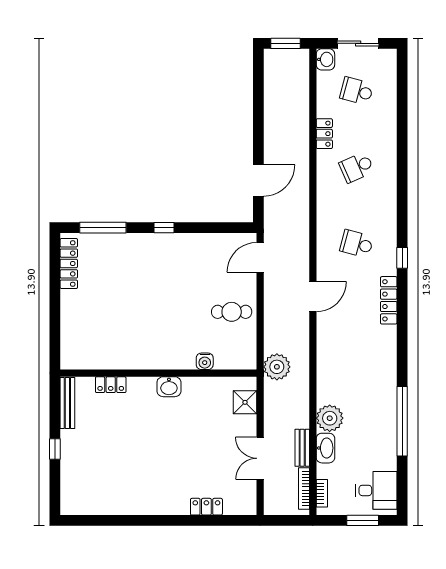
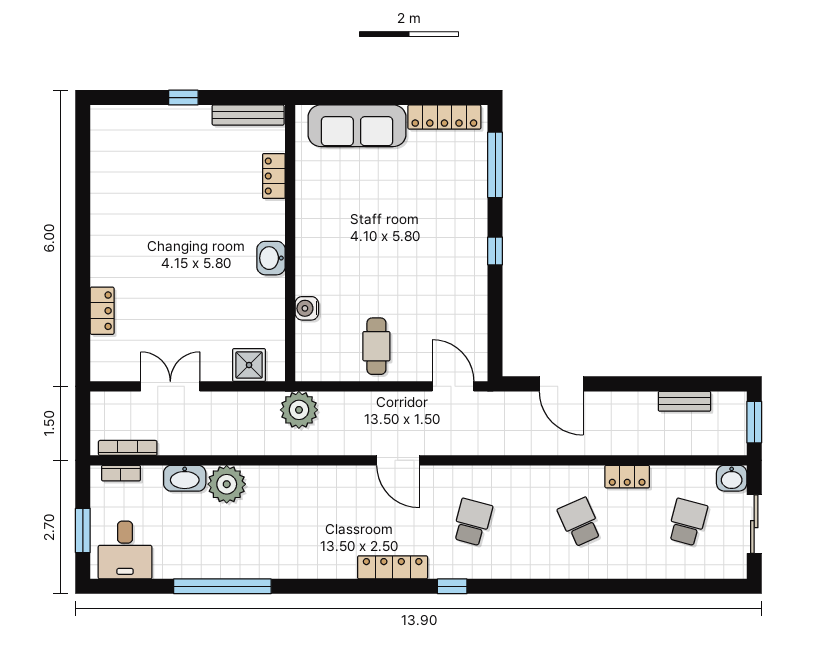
sofa: (75, 326) -> (357, 126), added
bench: (302, 448) -> (684, 401), moved

